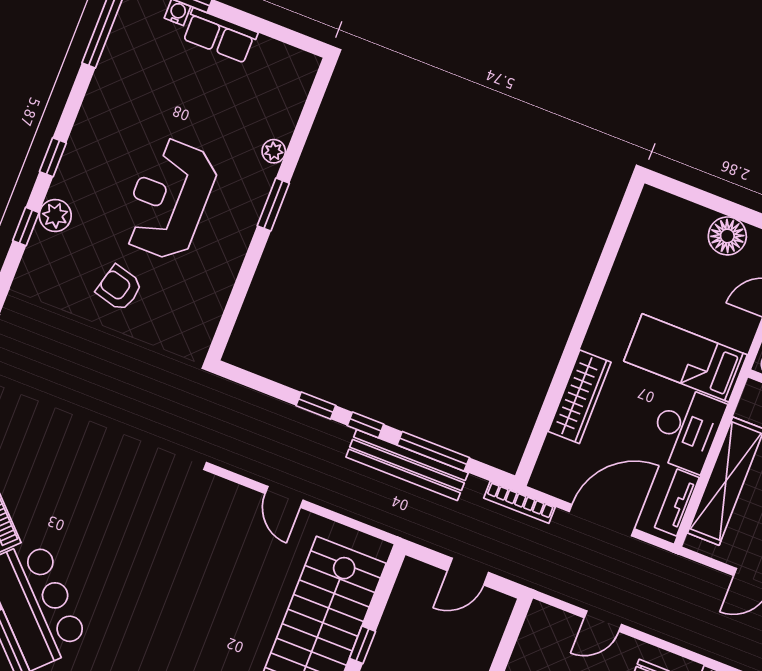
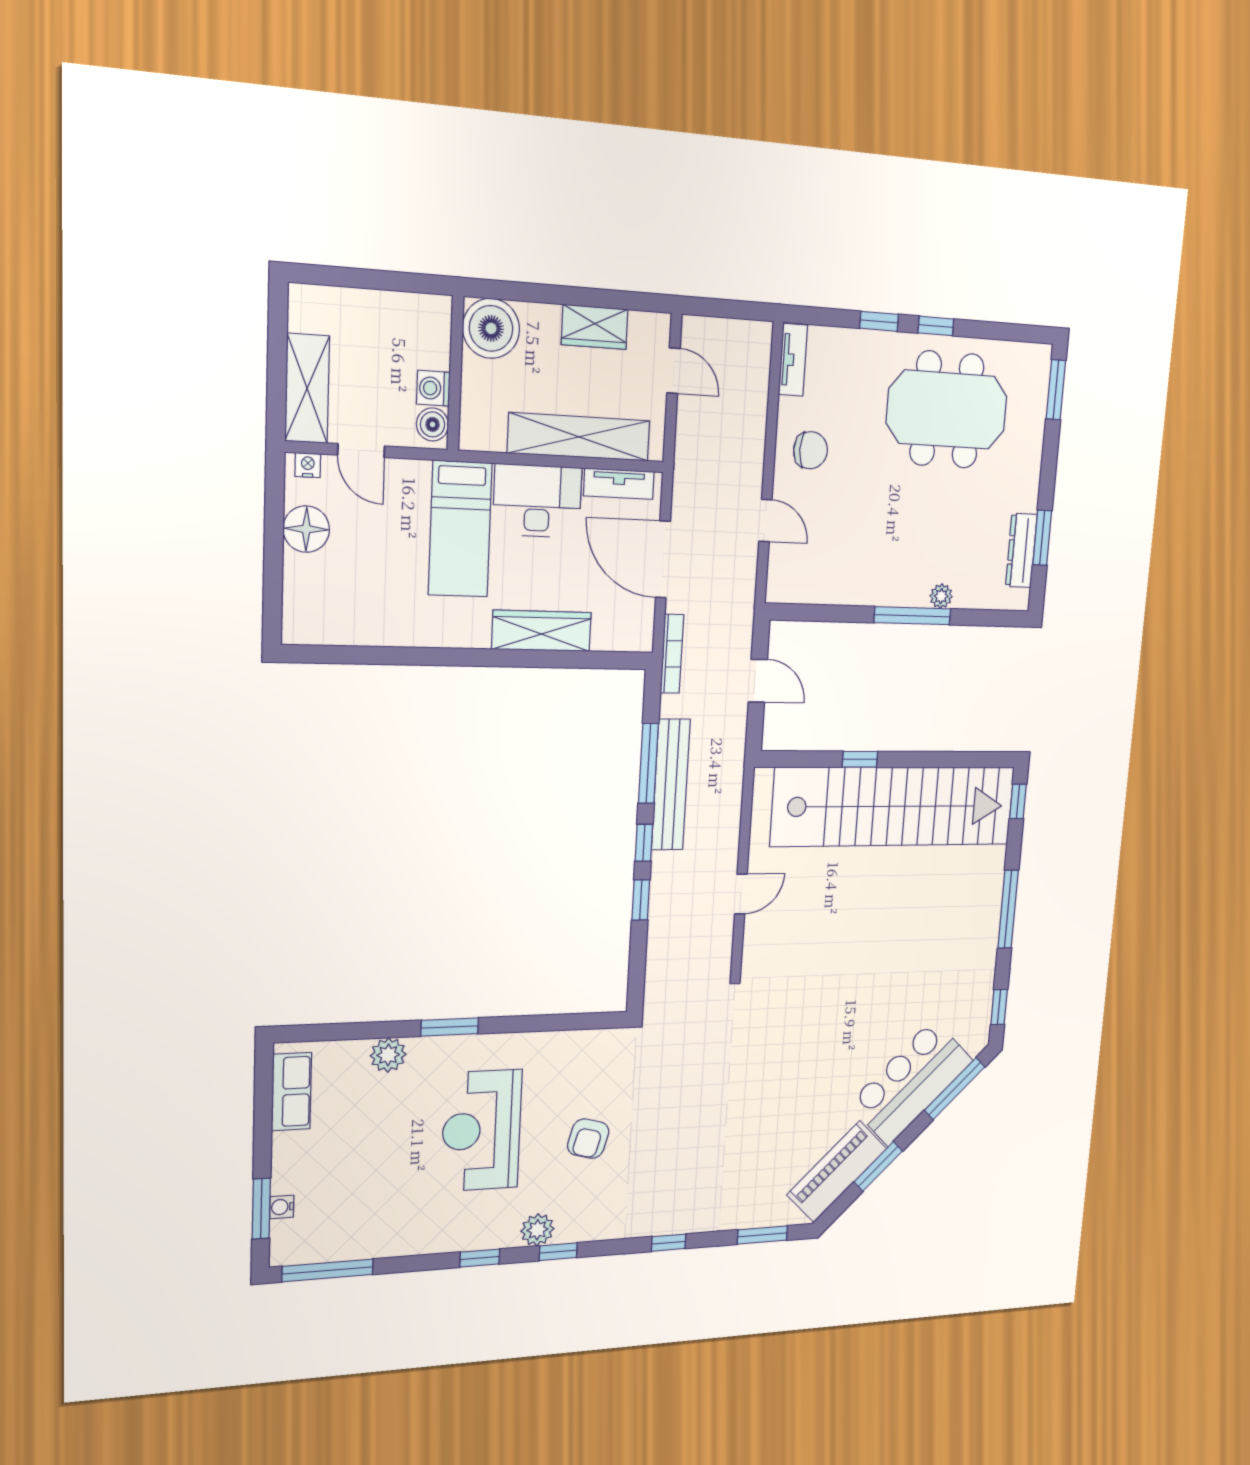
row of seats: (220, 36) -> (291, 1092), moved
plant: (274, 151) -> (388, 1055), width x1.38, depth x1.38
reception desk: (169, 199) -> (481, 1131), turned 90

